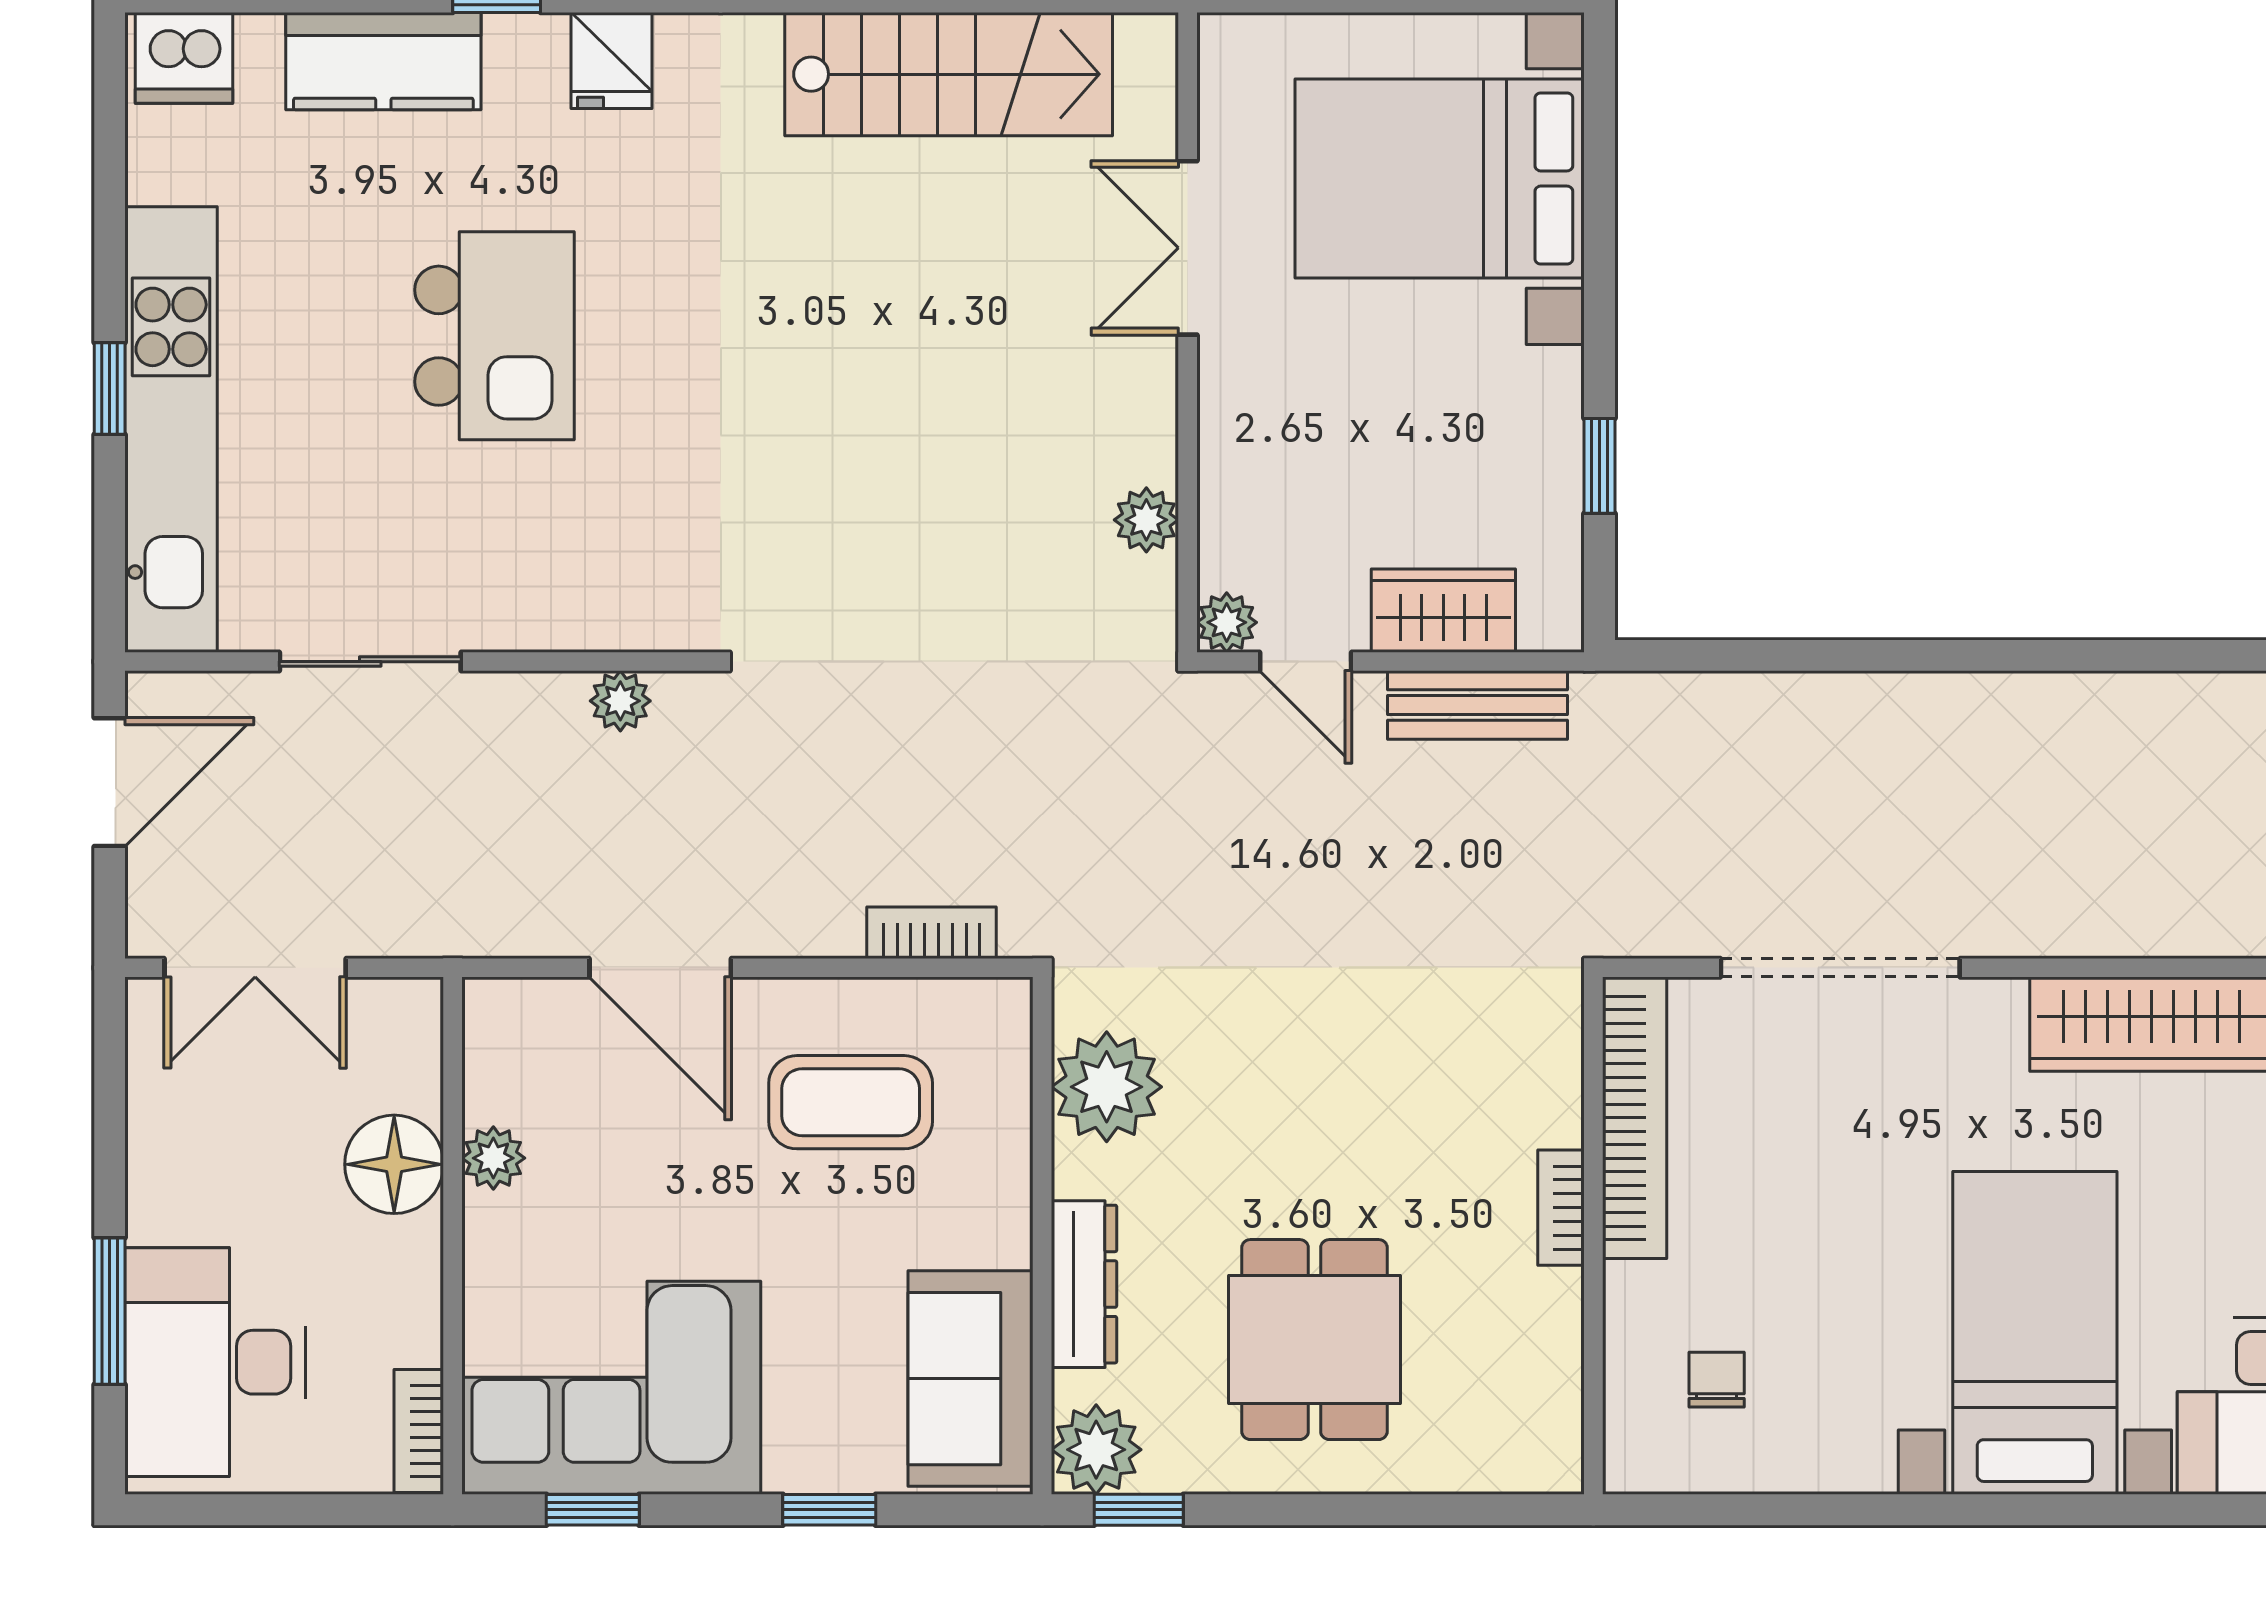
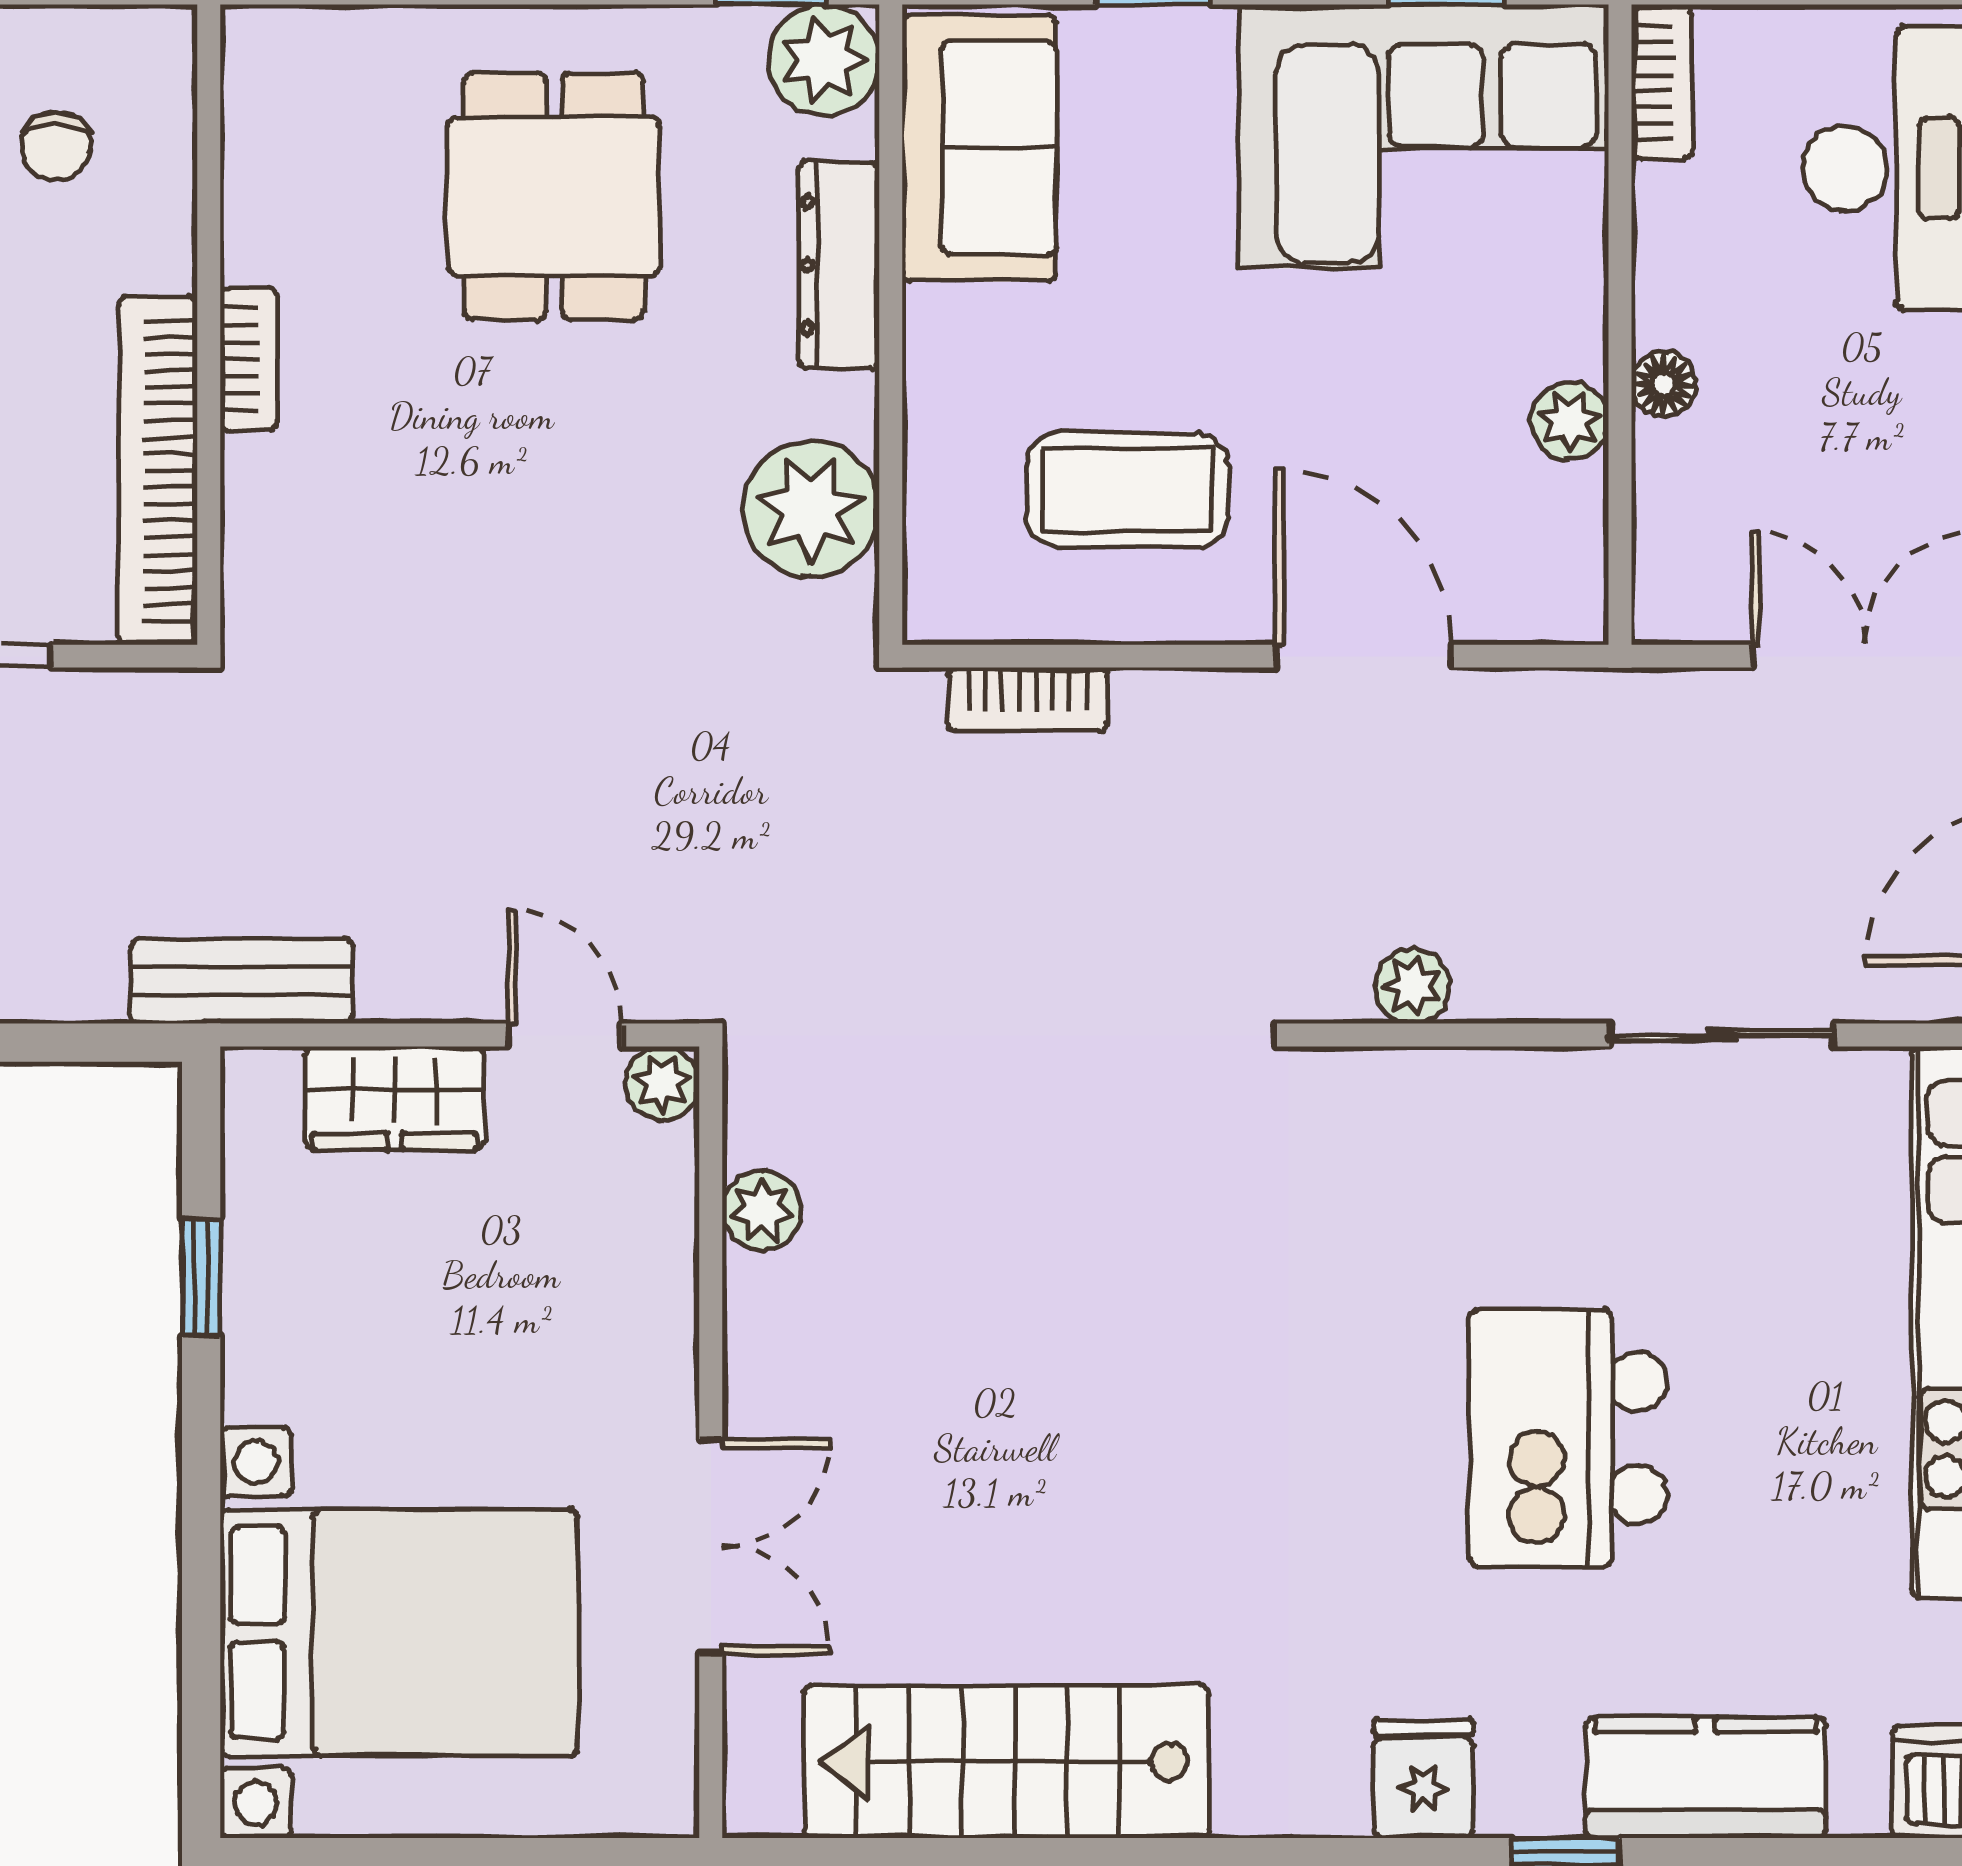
bench: (1478, 705) -> (242, 981), moved
floor lamp: (394, 1164) -> (1664, 384), width x0.53, depth x0.53

